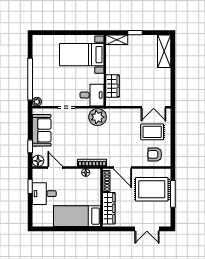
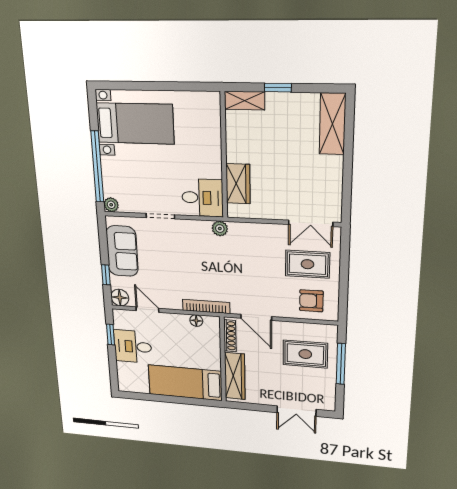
bed with nightstands: (82, 55) -> (135, 123), moved, turned 180
plant: (98, 117) -> (220, 229), width x0.53, depth x0.53
rug: (152, 189) -> (305, 354), width x0.73, depth x0.70

